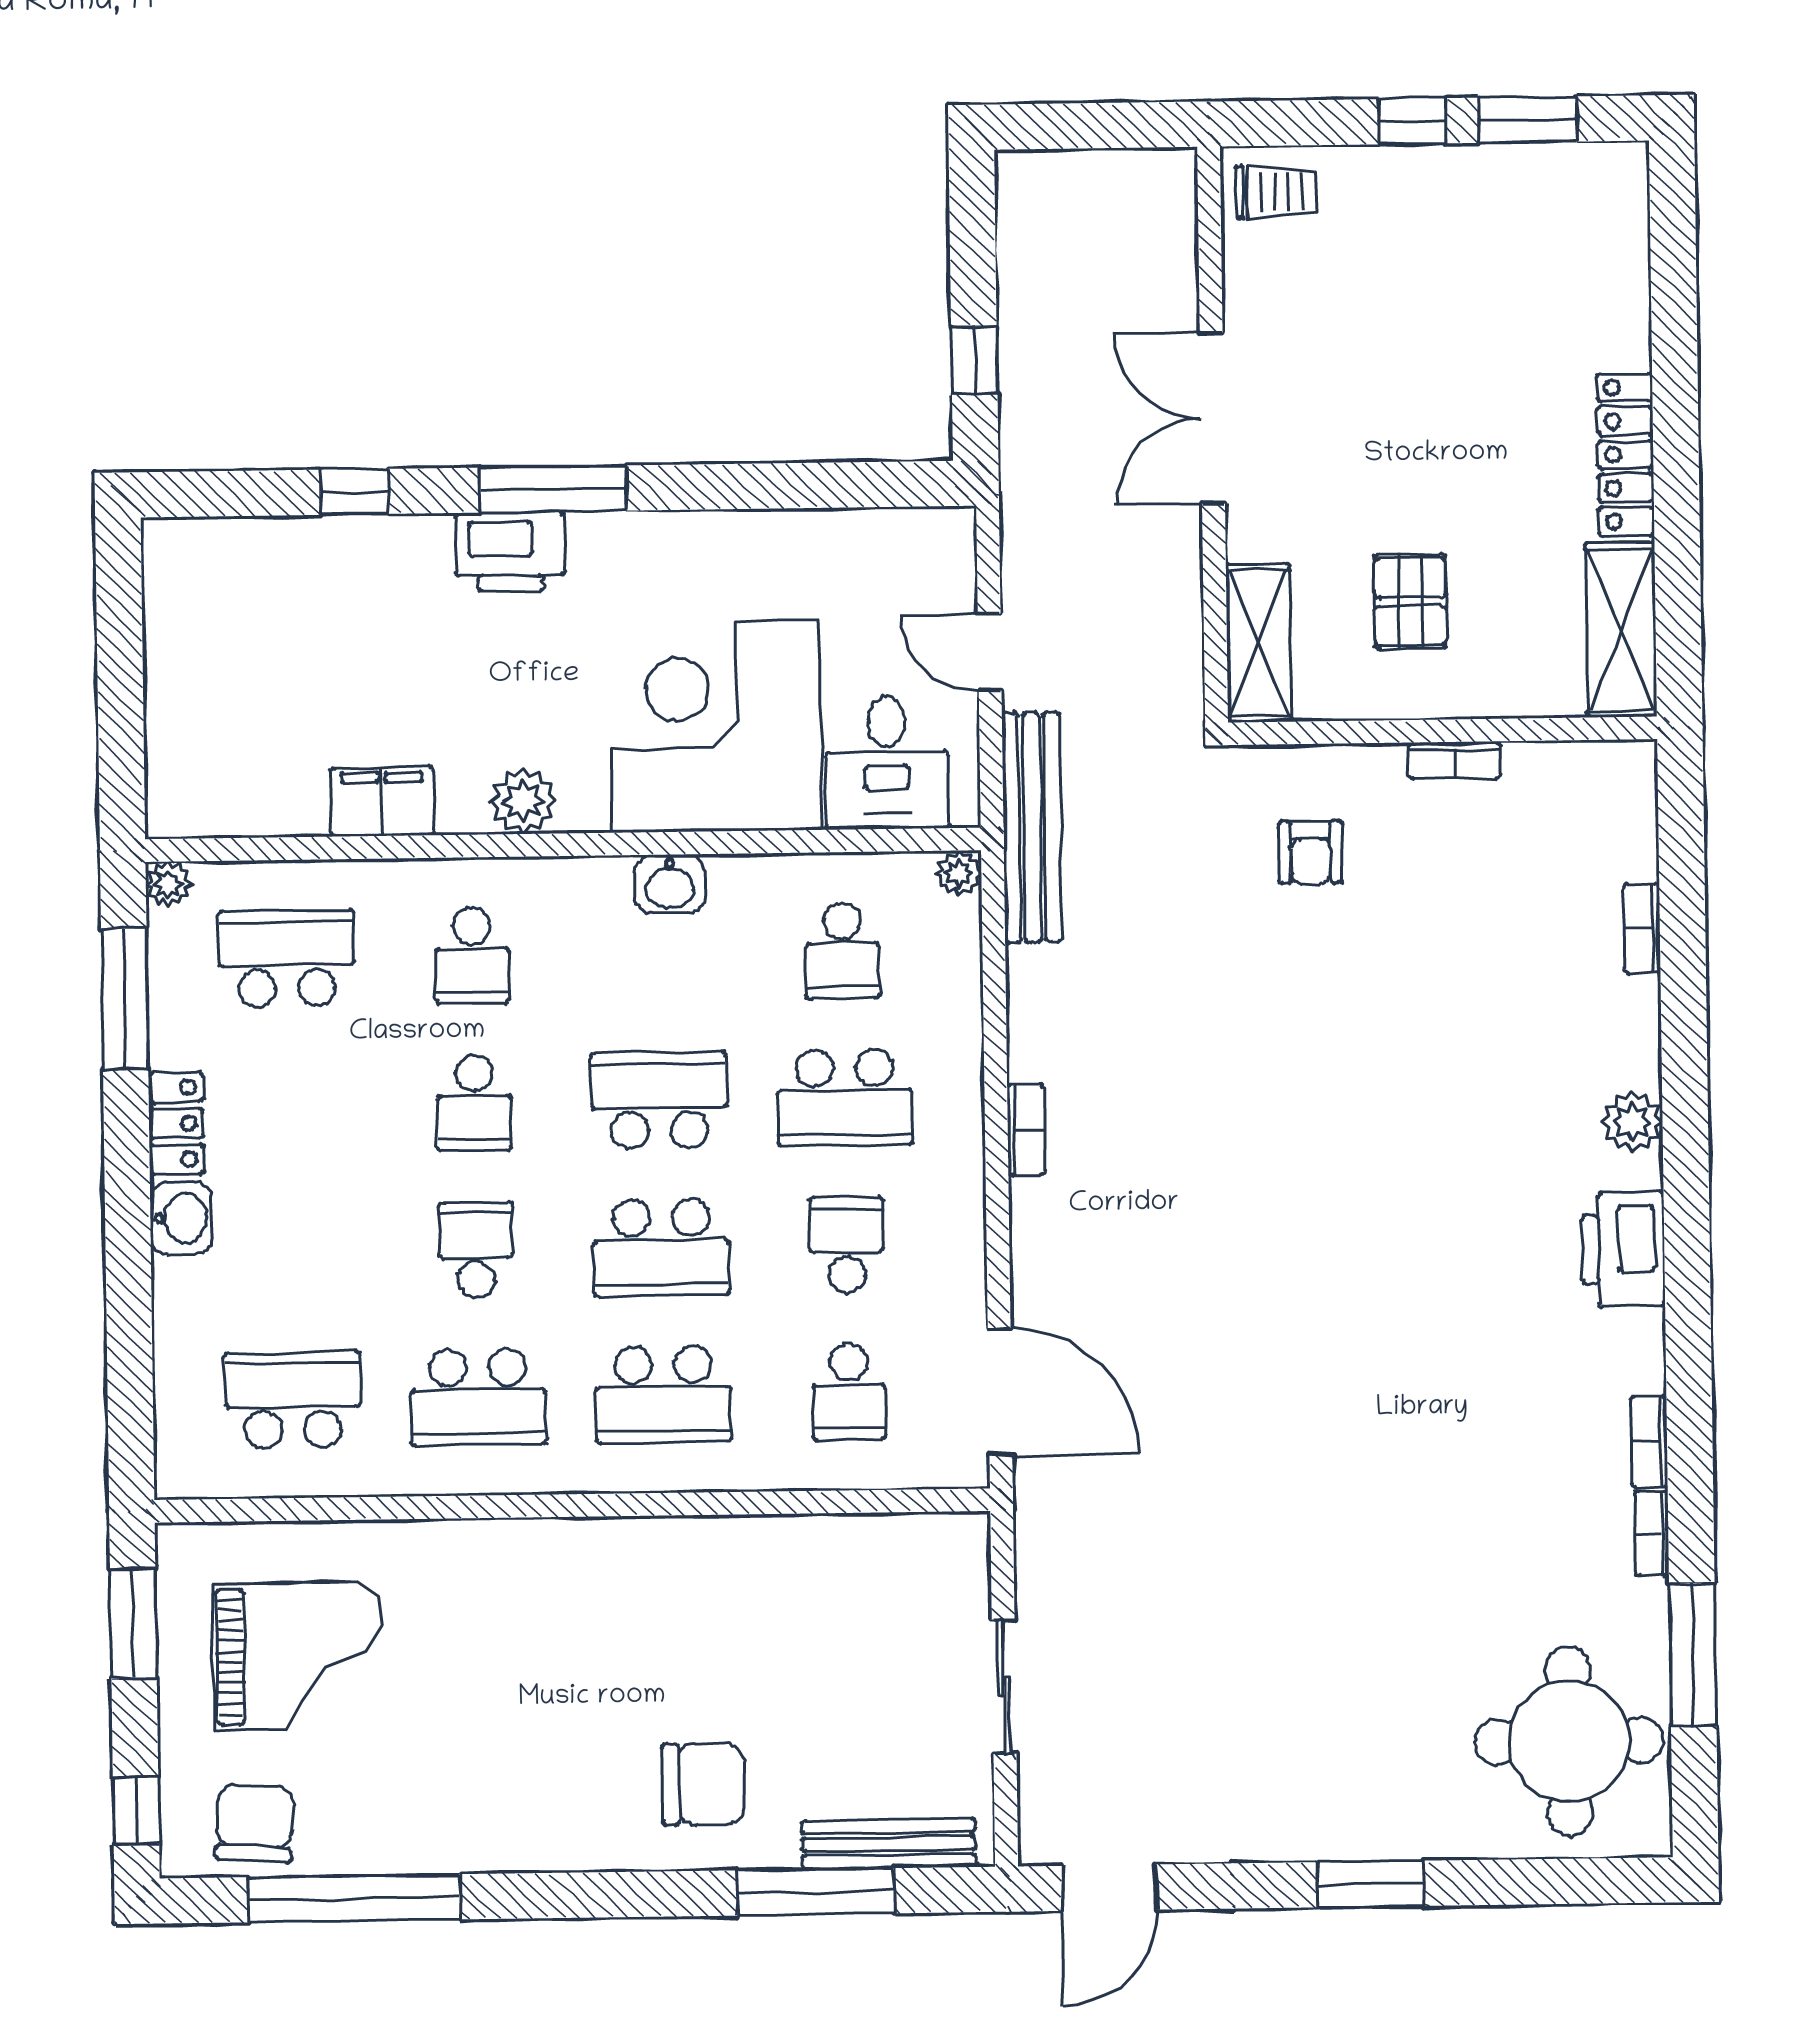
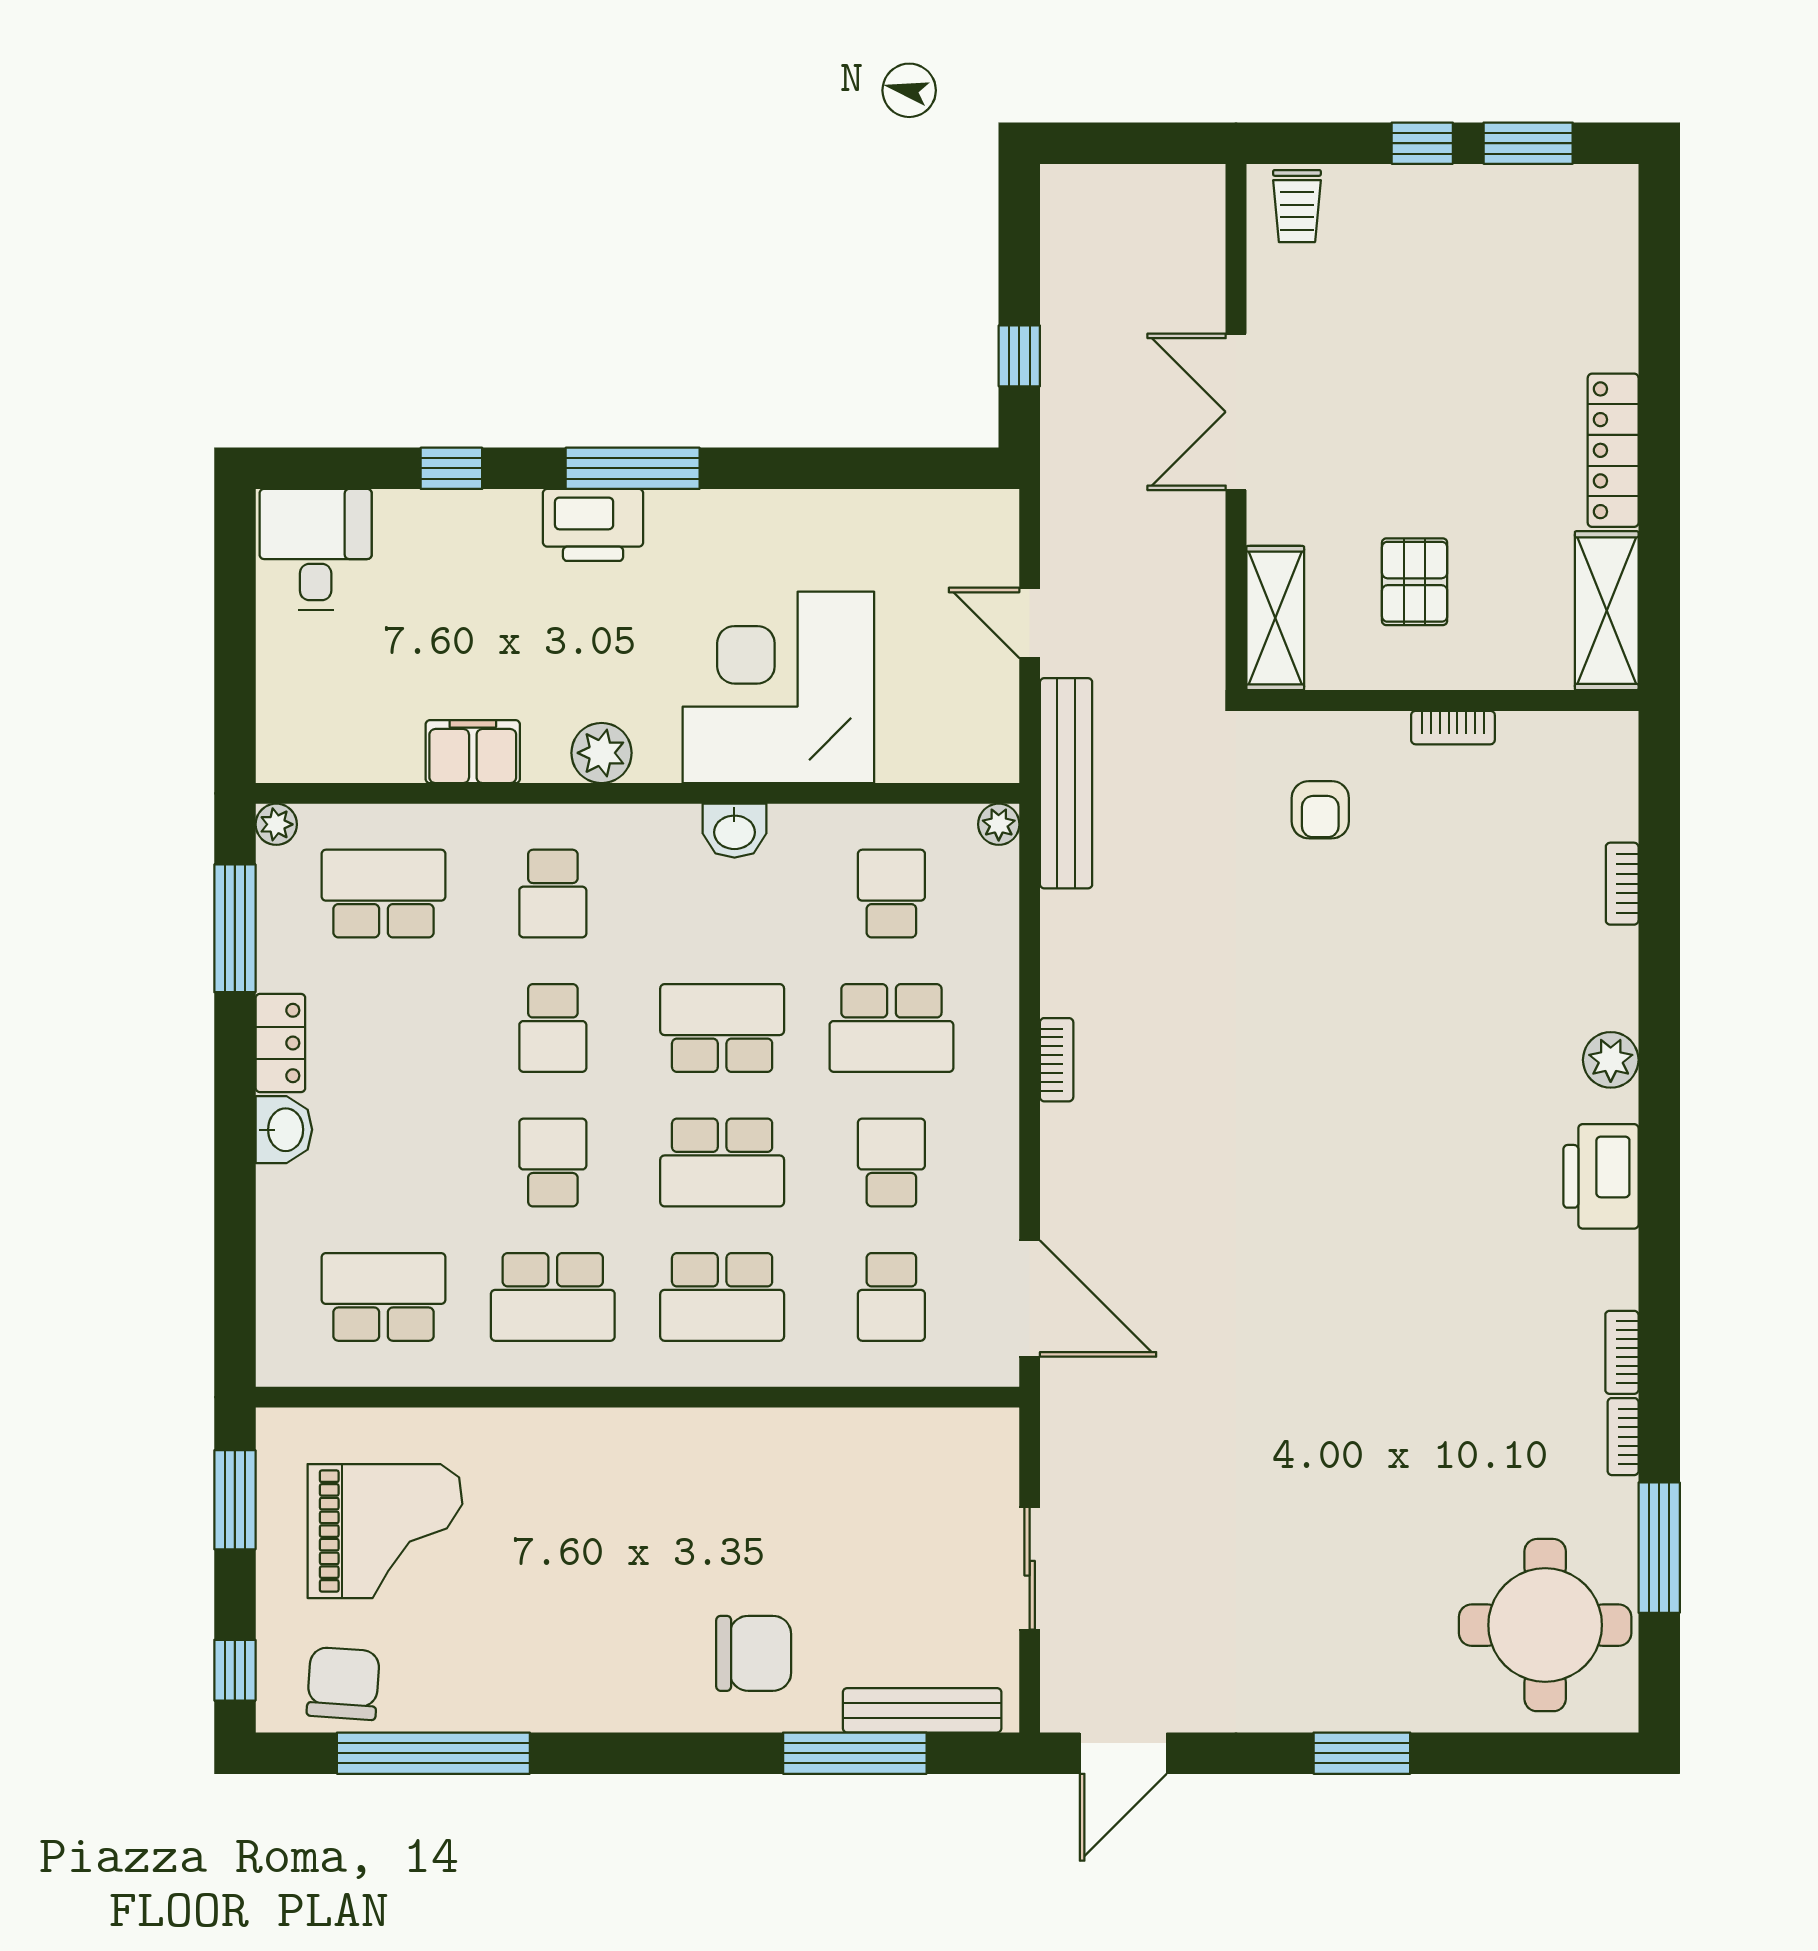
trolley: (1276, 192) -> (1297, 206), turned 90
desk: (887, 763) -> (316, 549), moved, turned 180
school desk: (843, 951) -> (891, 894), turned 180

